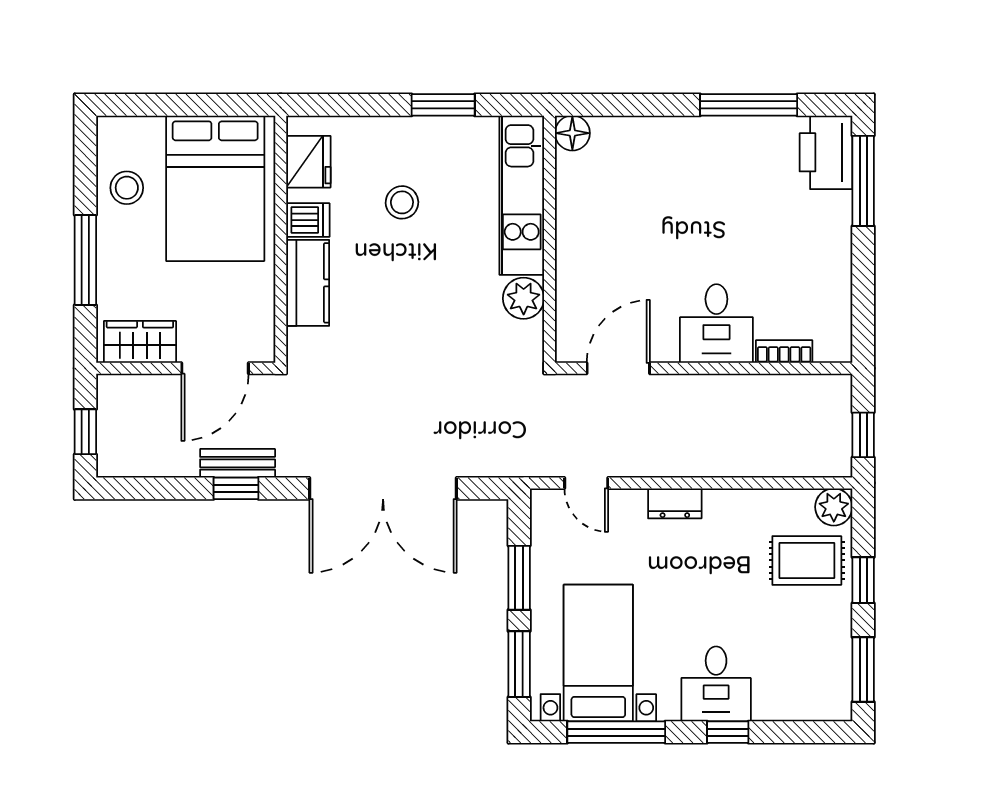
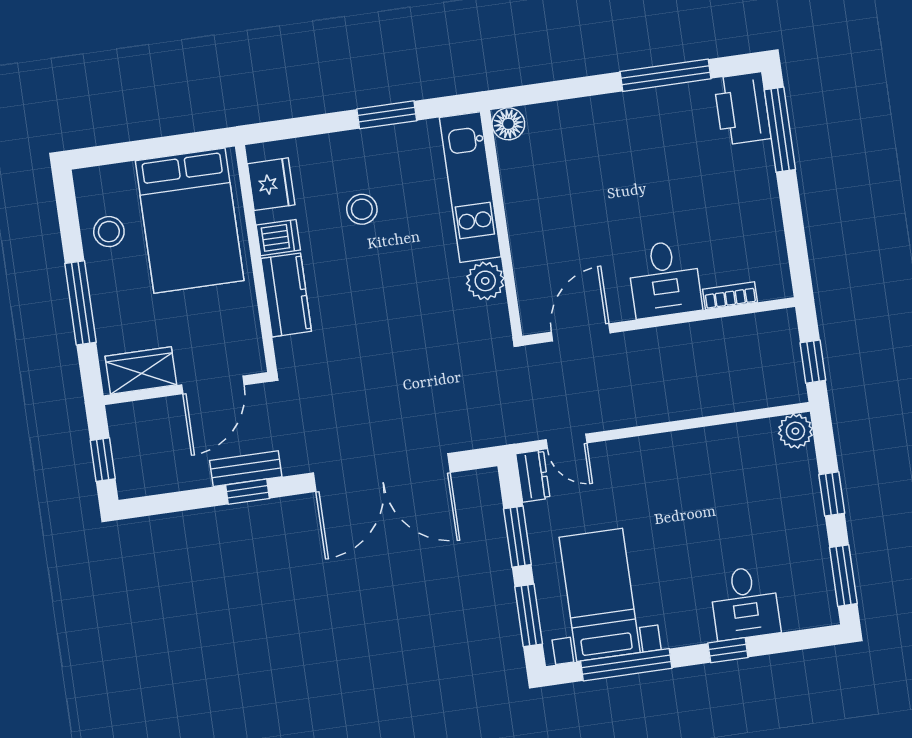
dresser: (675, 503) -> (533, 476), moved, turned -90
rug: (807, 560) -> (778, 483), removed
desk: (716, 684) -> (745, 603), moved

